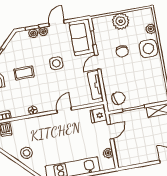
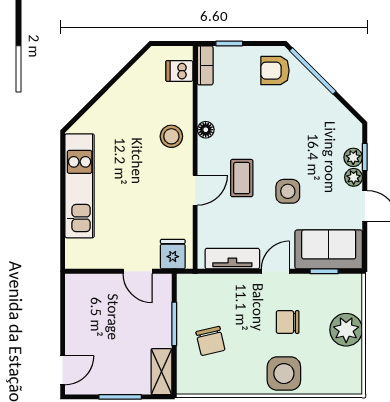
plant: (151, 29) -> (321, 385), removed
door: (98, 62) -> (275, 271), hinge flipped
coffee table: (24, 73) -> (242, 178), moved
chair: (118, 98) -> (210, 341), moved
door: (64, 110) -> (195, 190), hinge flipped
stool: (26, 153) -> (171, 136), moved
plant: (108, 153) -> (97, 259), removed

